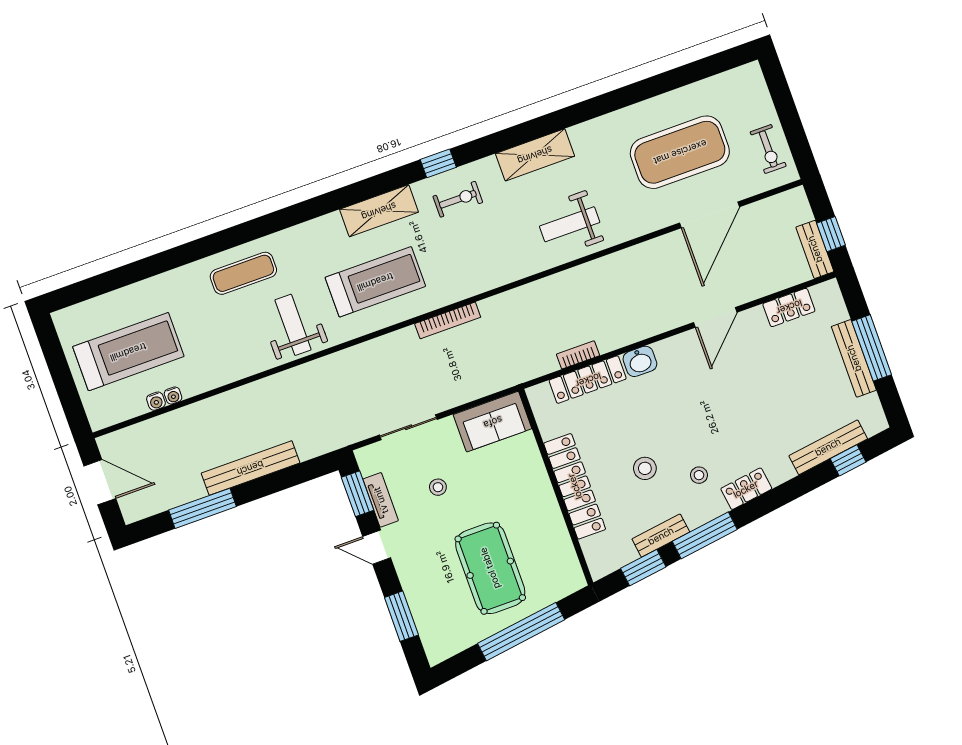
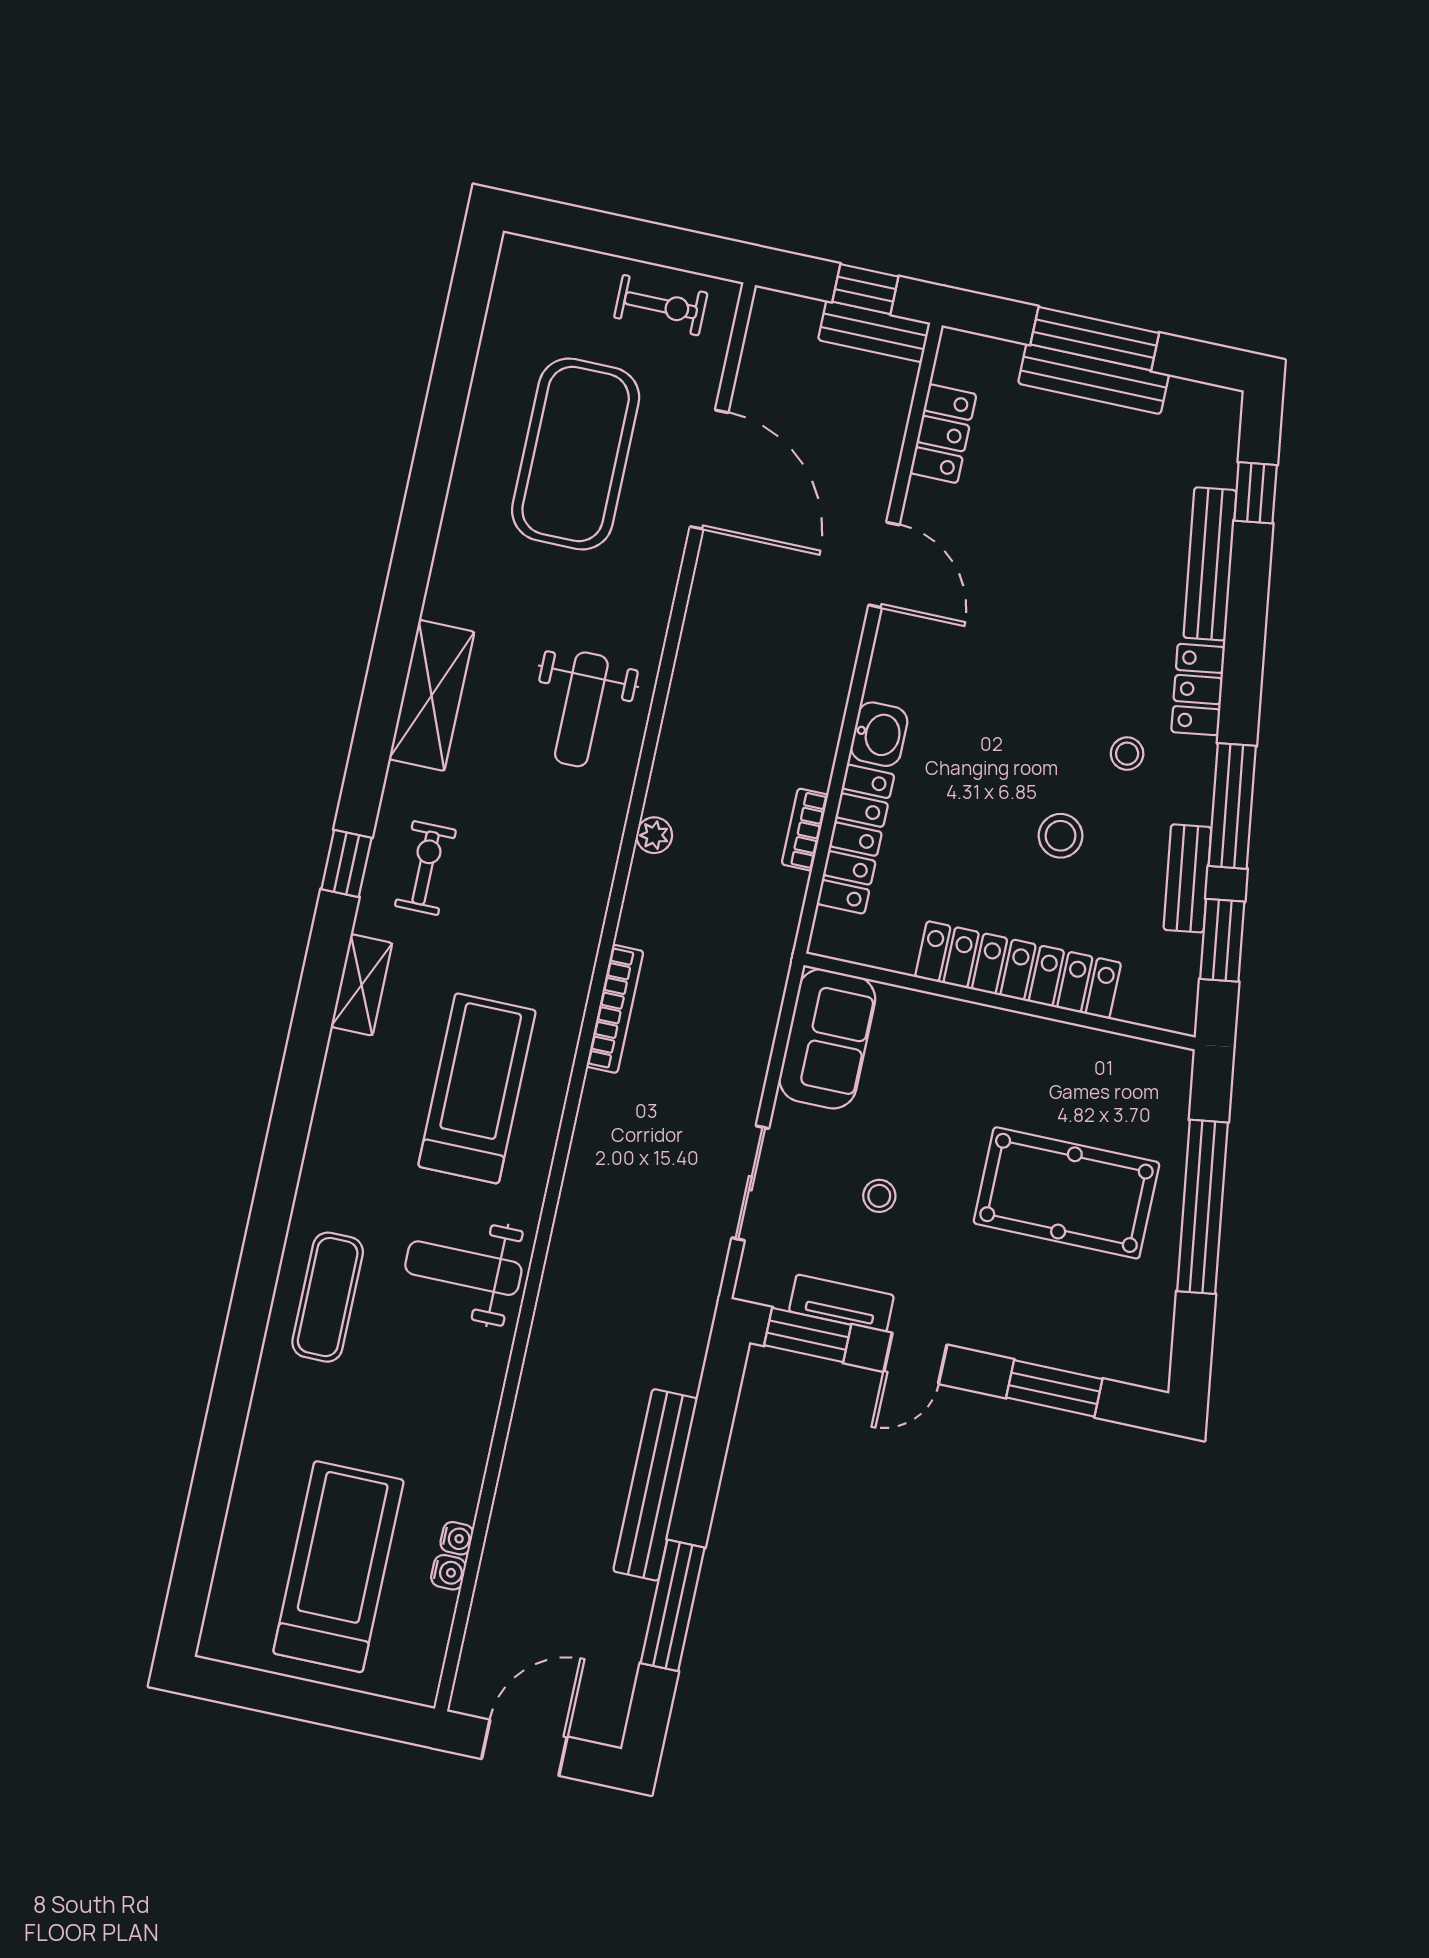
shelving: (379, 211) -> (362, 985), width x0.67, depth x0.75
plant: (534, 290) -> (654, 835), added
bench: (828, 447) -> (1210, 564), moved

